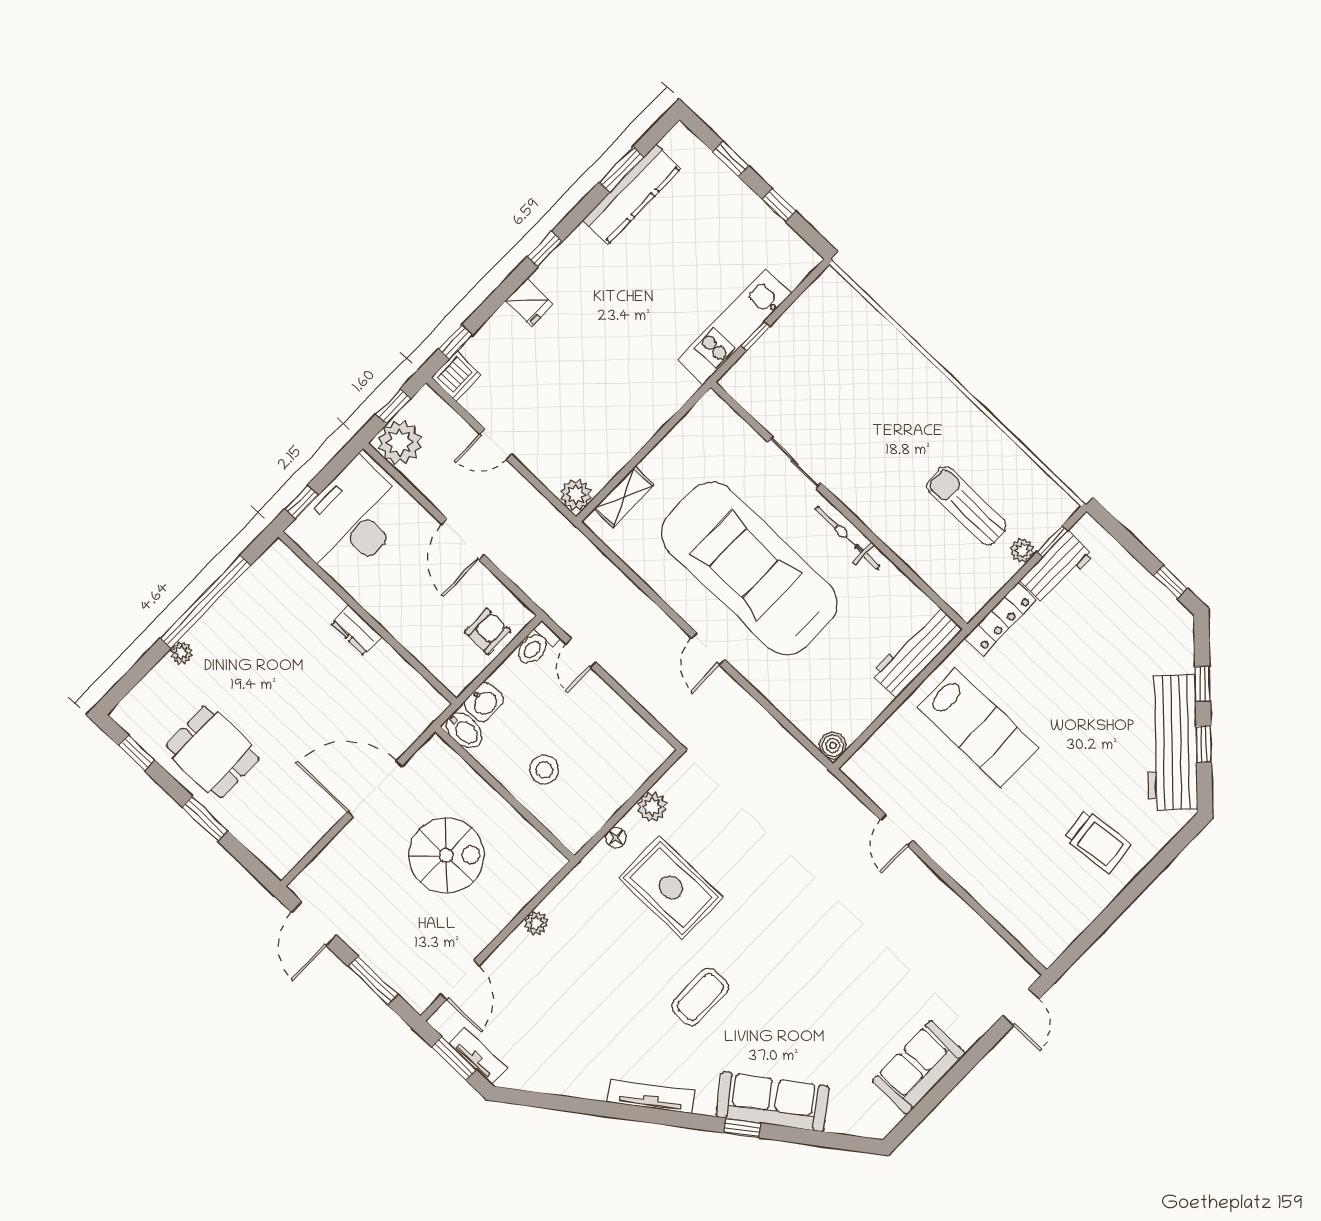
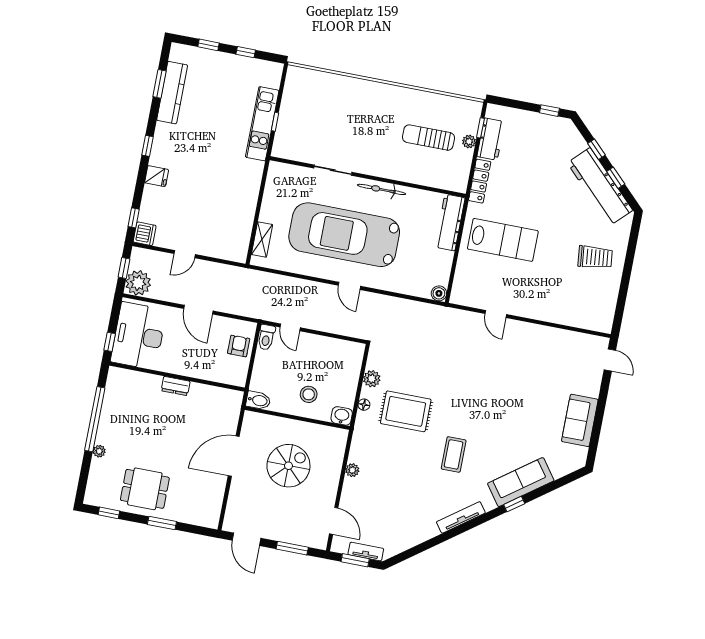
plant: (576, 495) -> (238, 253), removed
washbasin: (484, 702) -> (342, 416), moved, turned -90

